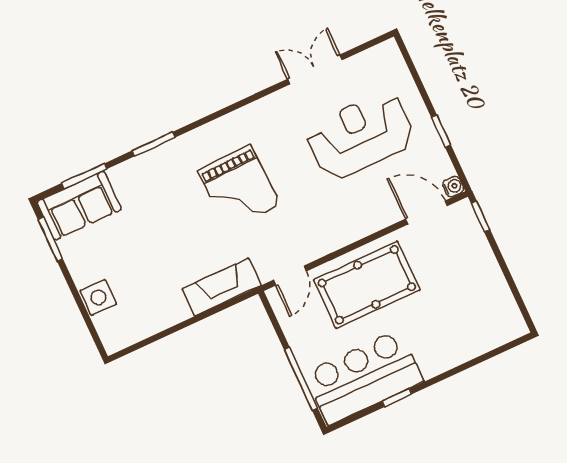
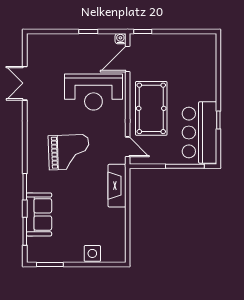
reception desk: (360, 135) -> (93, 92), moved, turned -90
sofa: (79, 205) -> (39, 214), moved

